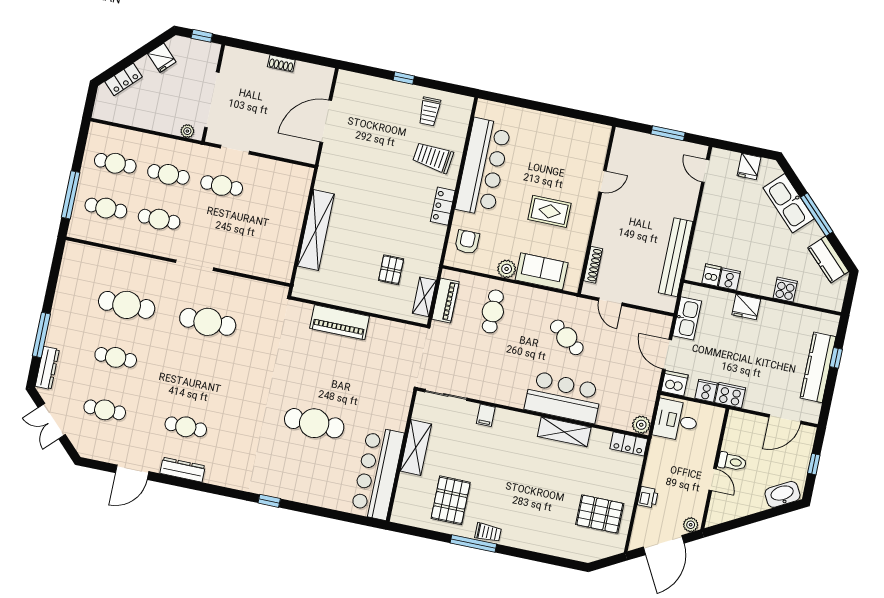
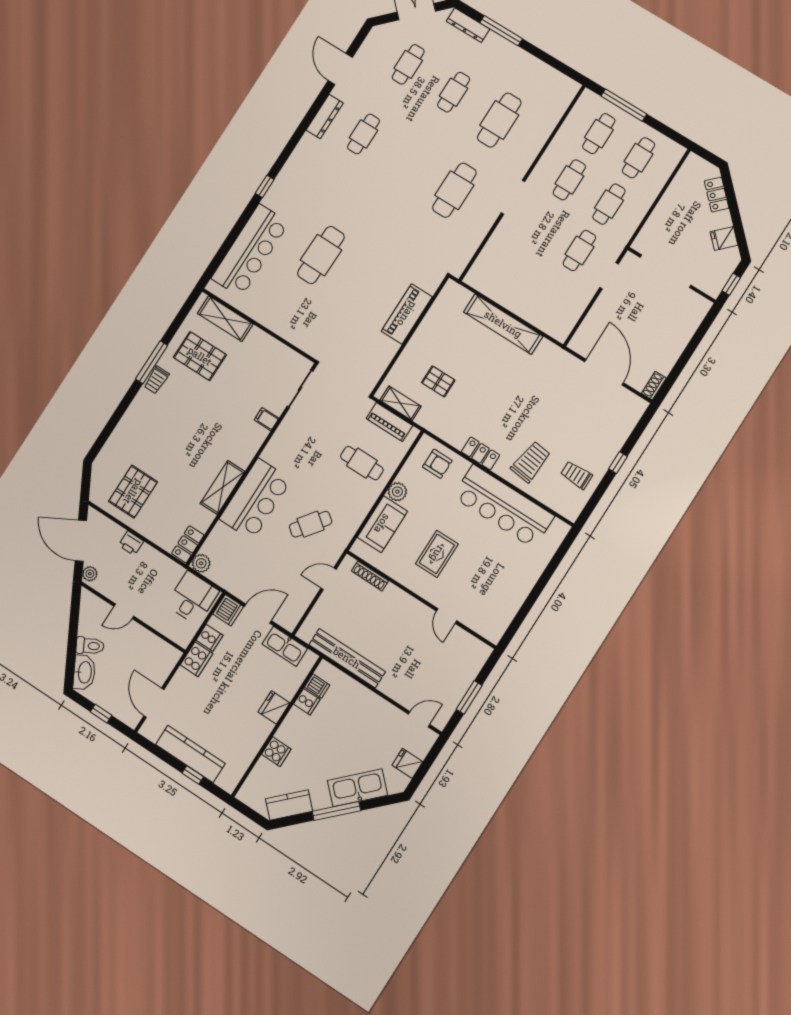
shoe rack: (281, 63) -> (654, 386), moved
plant: (187, 131) -> (644, 237), removed
shelving: (416, 448) -> (225, 319), moved
toilet: (732, 462) -> (90, 646), moved, turned -118
bar counter: (377, 473) -> (250, 250), moved, turned 90

